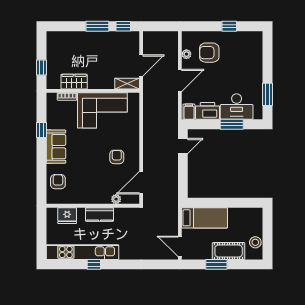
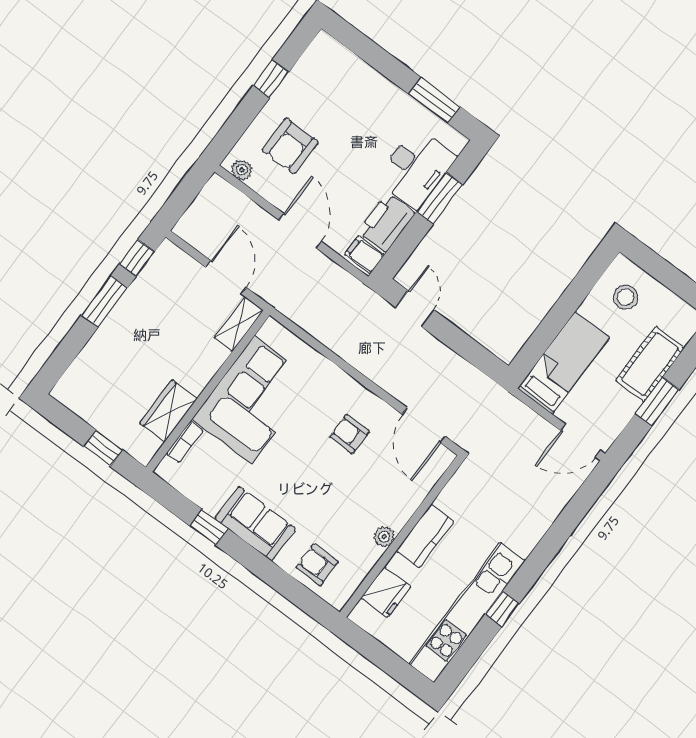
plant: (186, 54) -> (242, 170), moved
plant: (116, 199) -> (384, 537), moved
stool: (255, 242) -> (626, 297), moved

